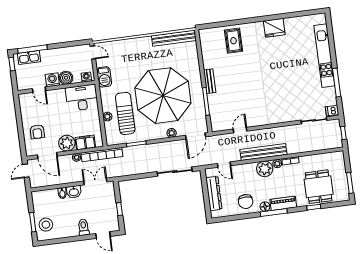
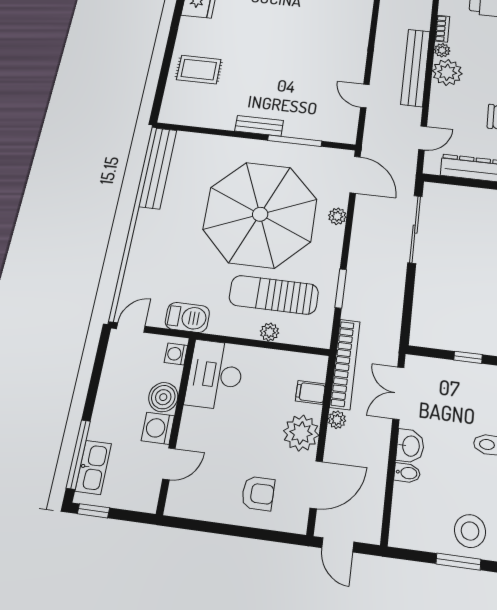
filing cabinet: (85, 142) -> (310, 392), width x0.50

